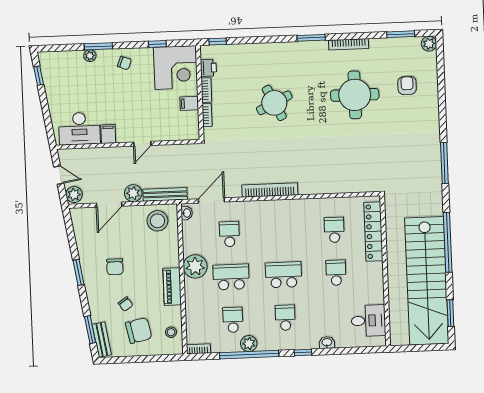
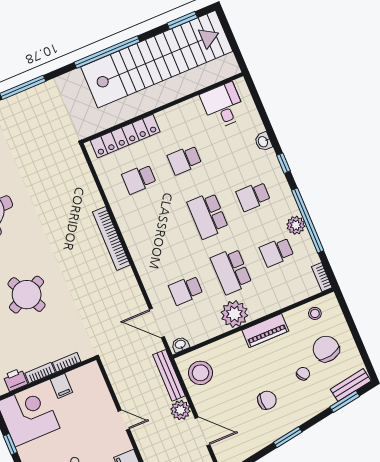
bookcase: (270, 190) -> (111, 238), moved

